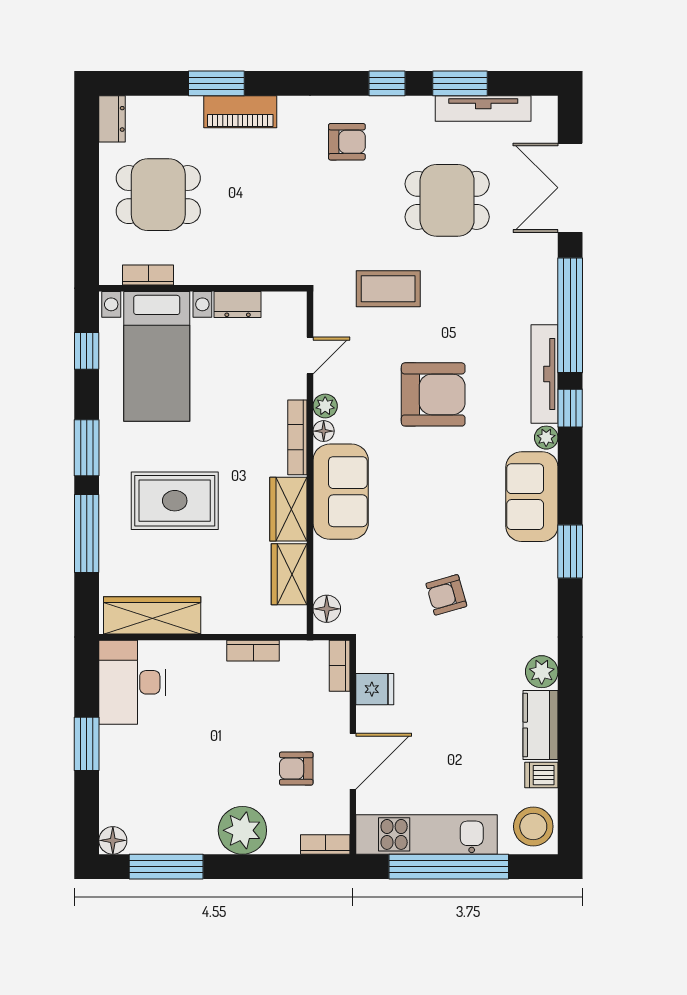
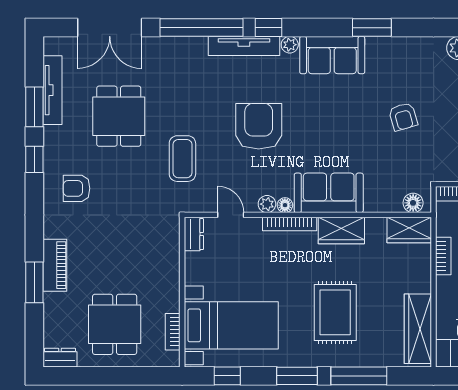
armchair: (347, 142) -> (77, 188), turned -90
dresser: (238, 305) -> (194, 234), moved
wardrobe: (289, 574) -> (409, 230), moved

